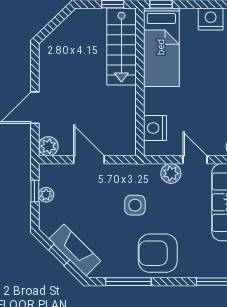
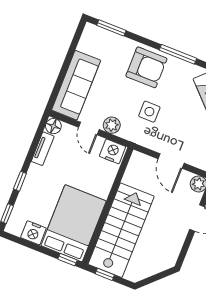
stairs: (121, 47) -> (121, 230), width x1.36, depth x1.51
bed: (161, 47) -> (74, 223), width x1.50
nightstand: (155, 128) -> (113, 151), moved, turned -90

